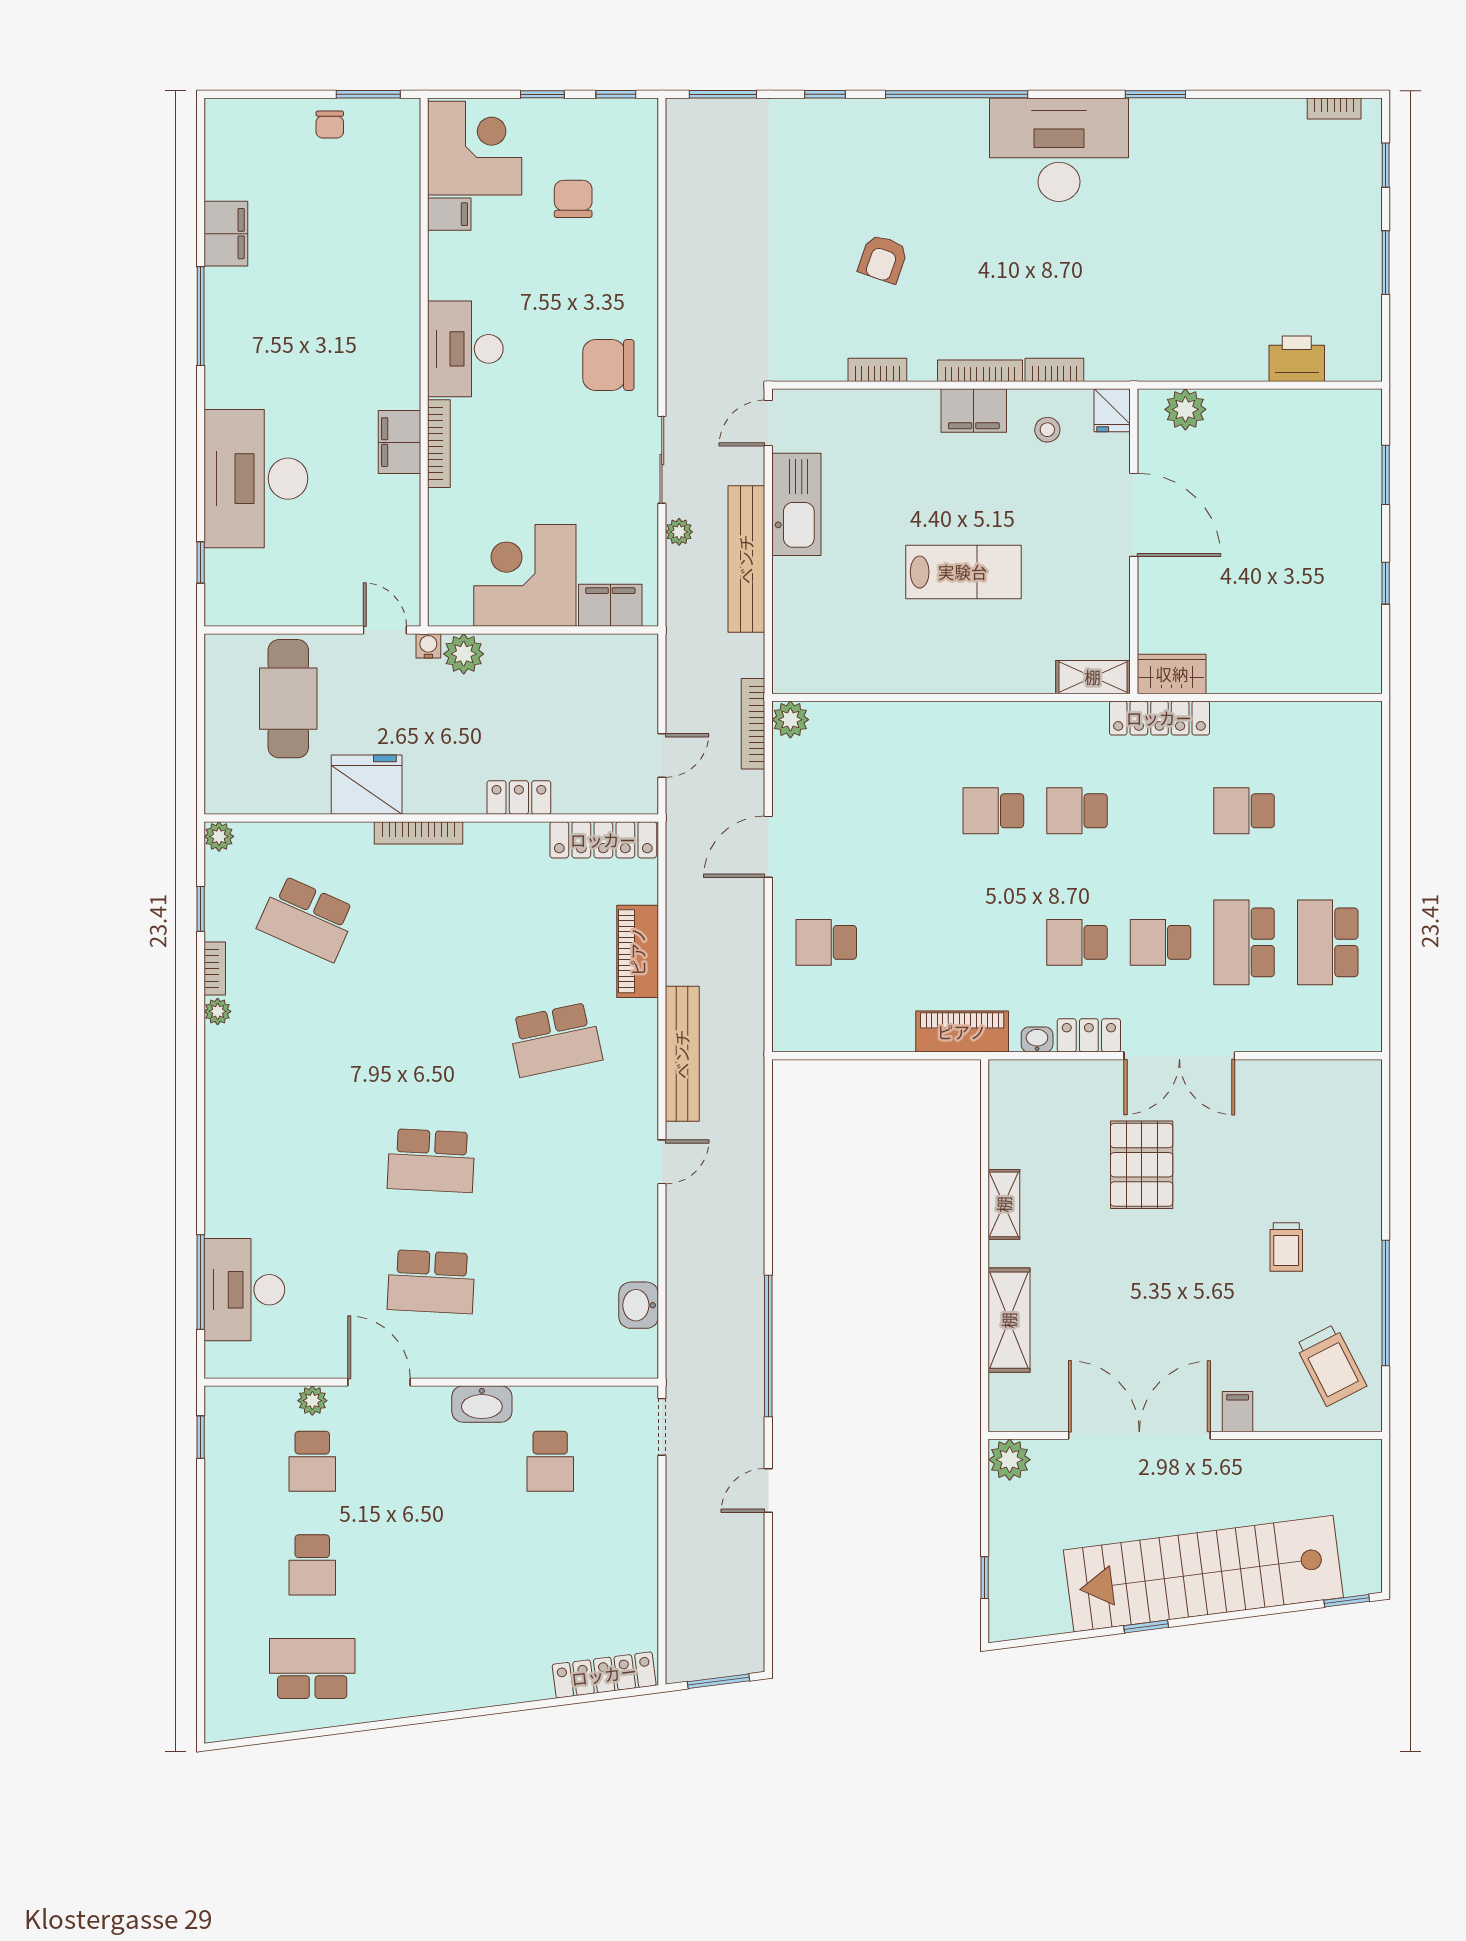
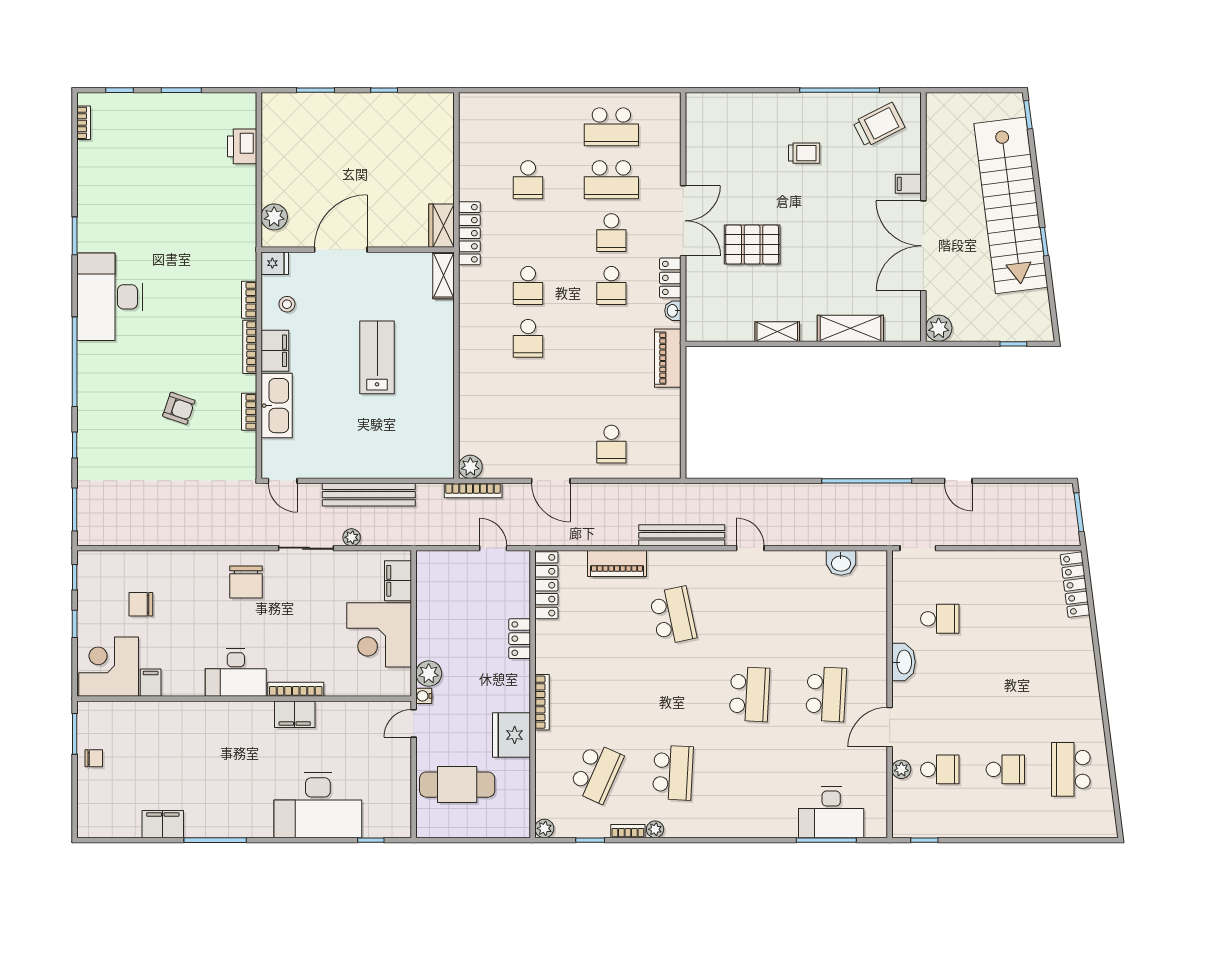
kitchen sink: (796, 504) -> (277, 406), moved, turned 90
school desk: (307, 1040) -> (673, 773), added

